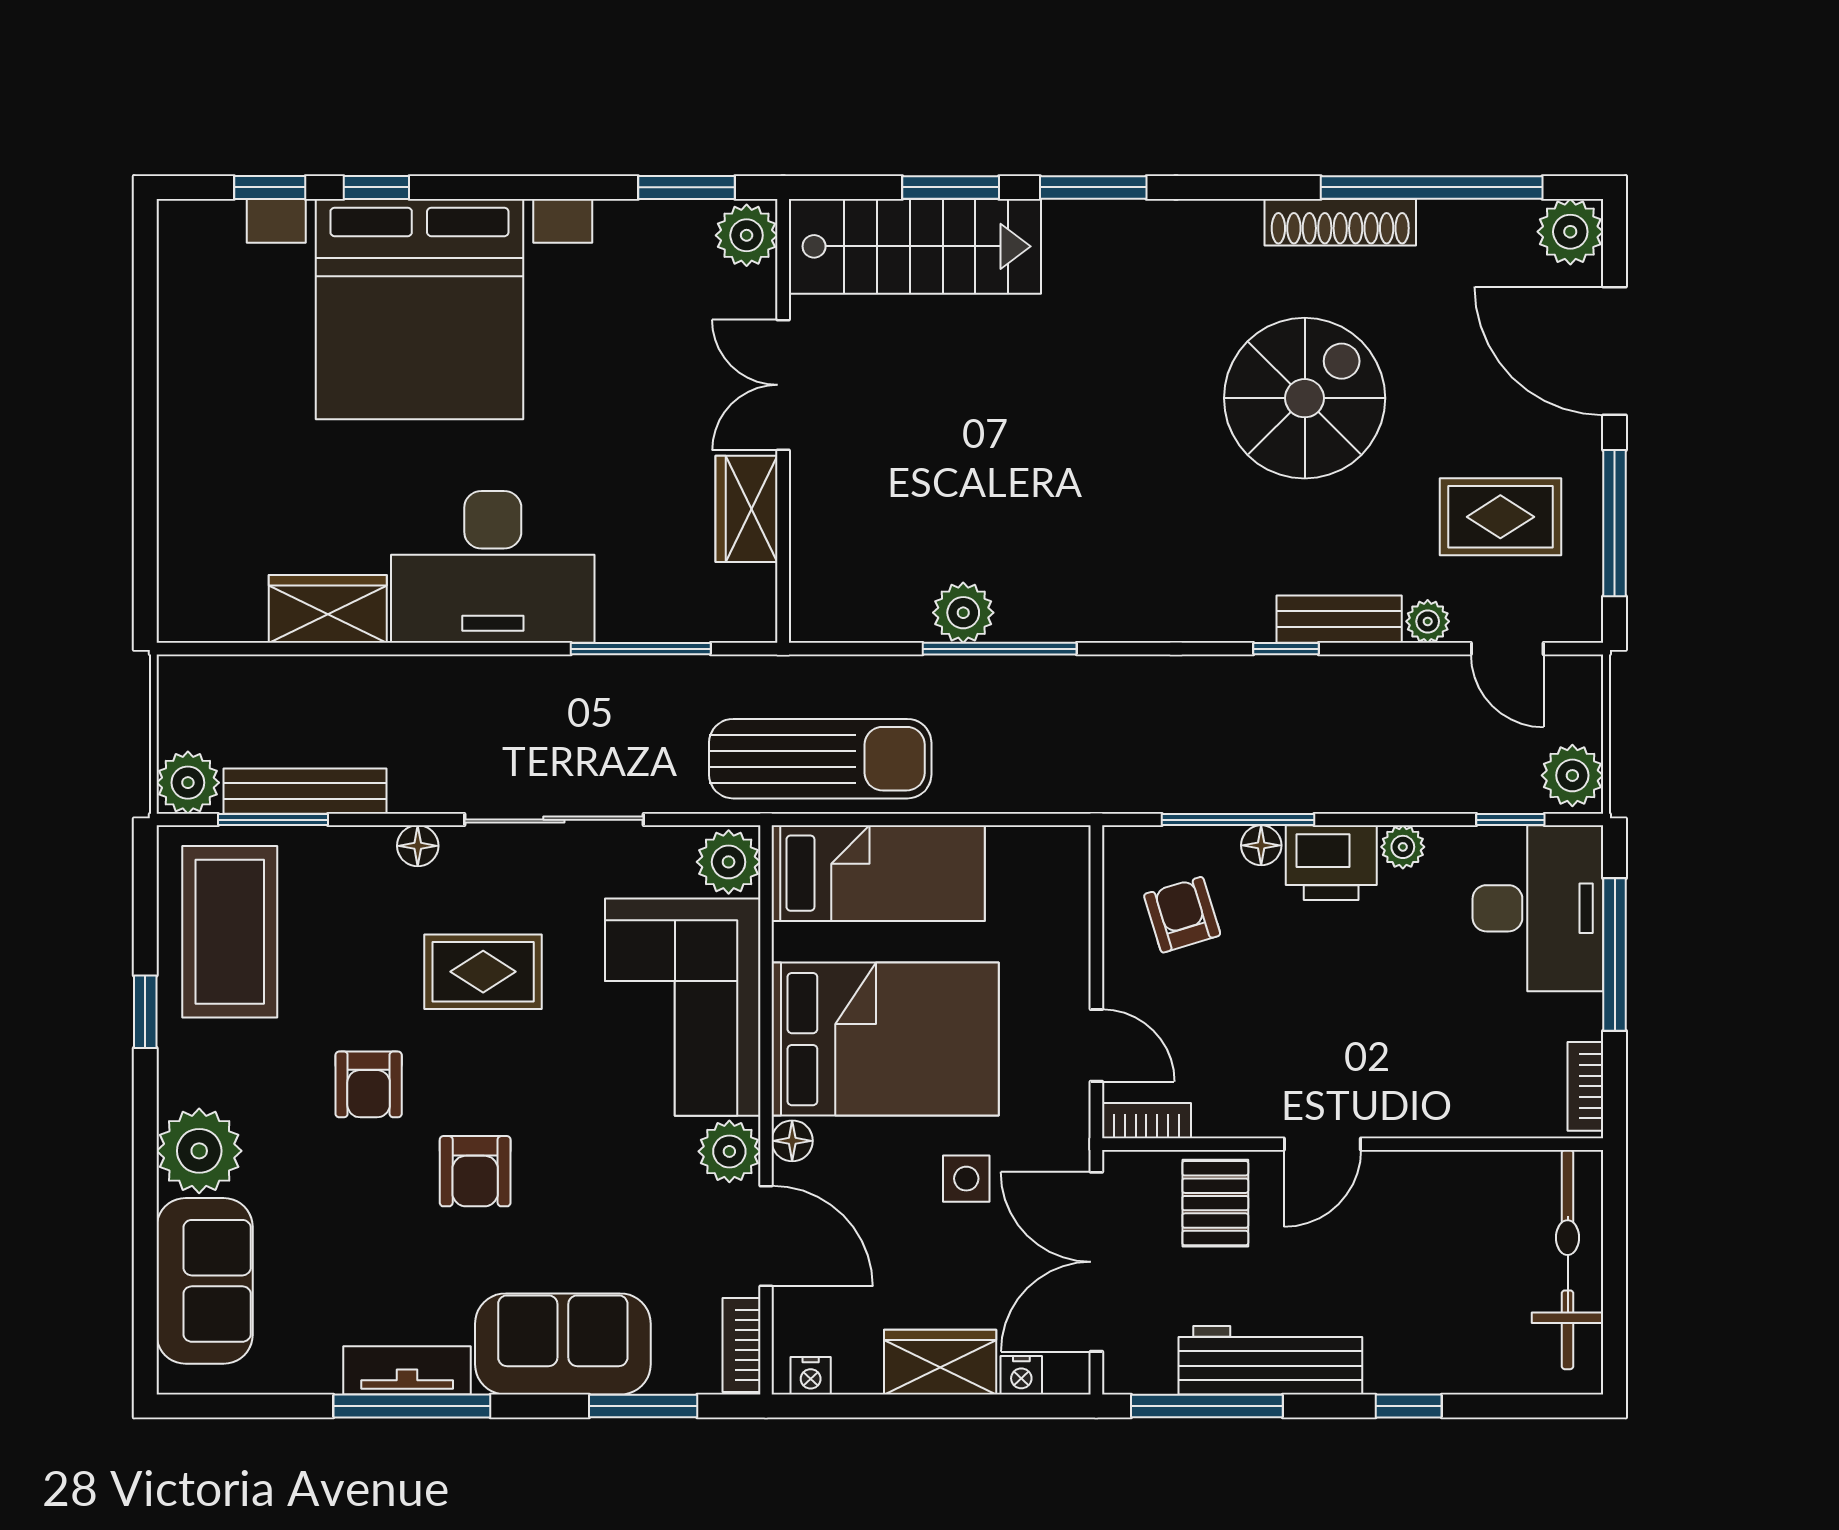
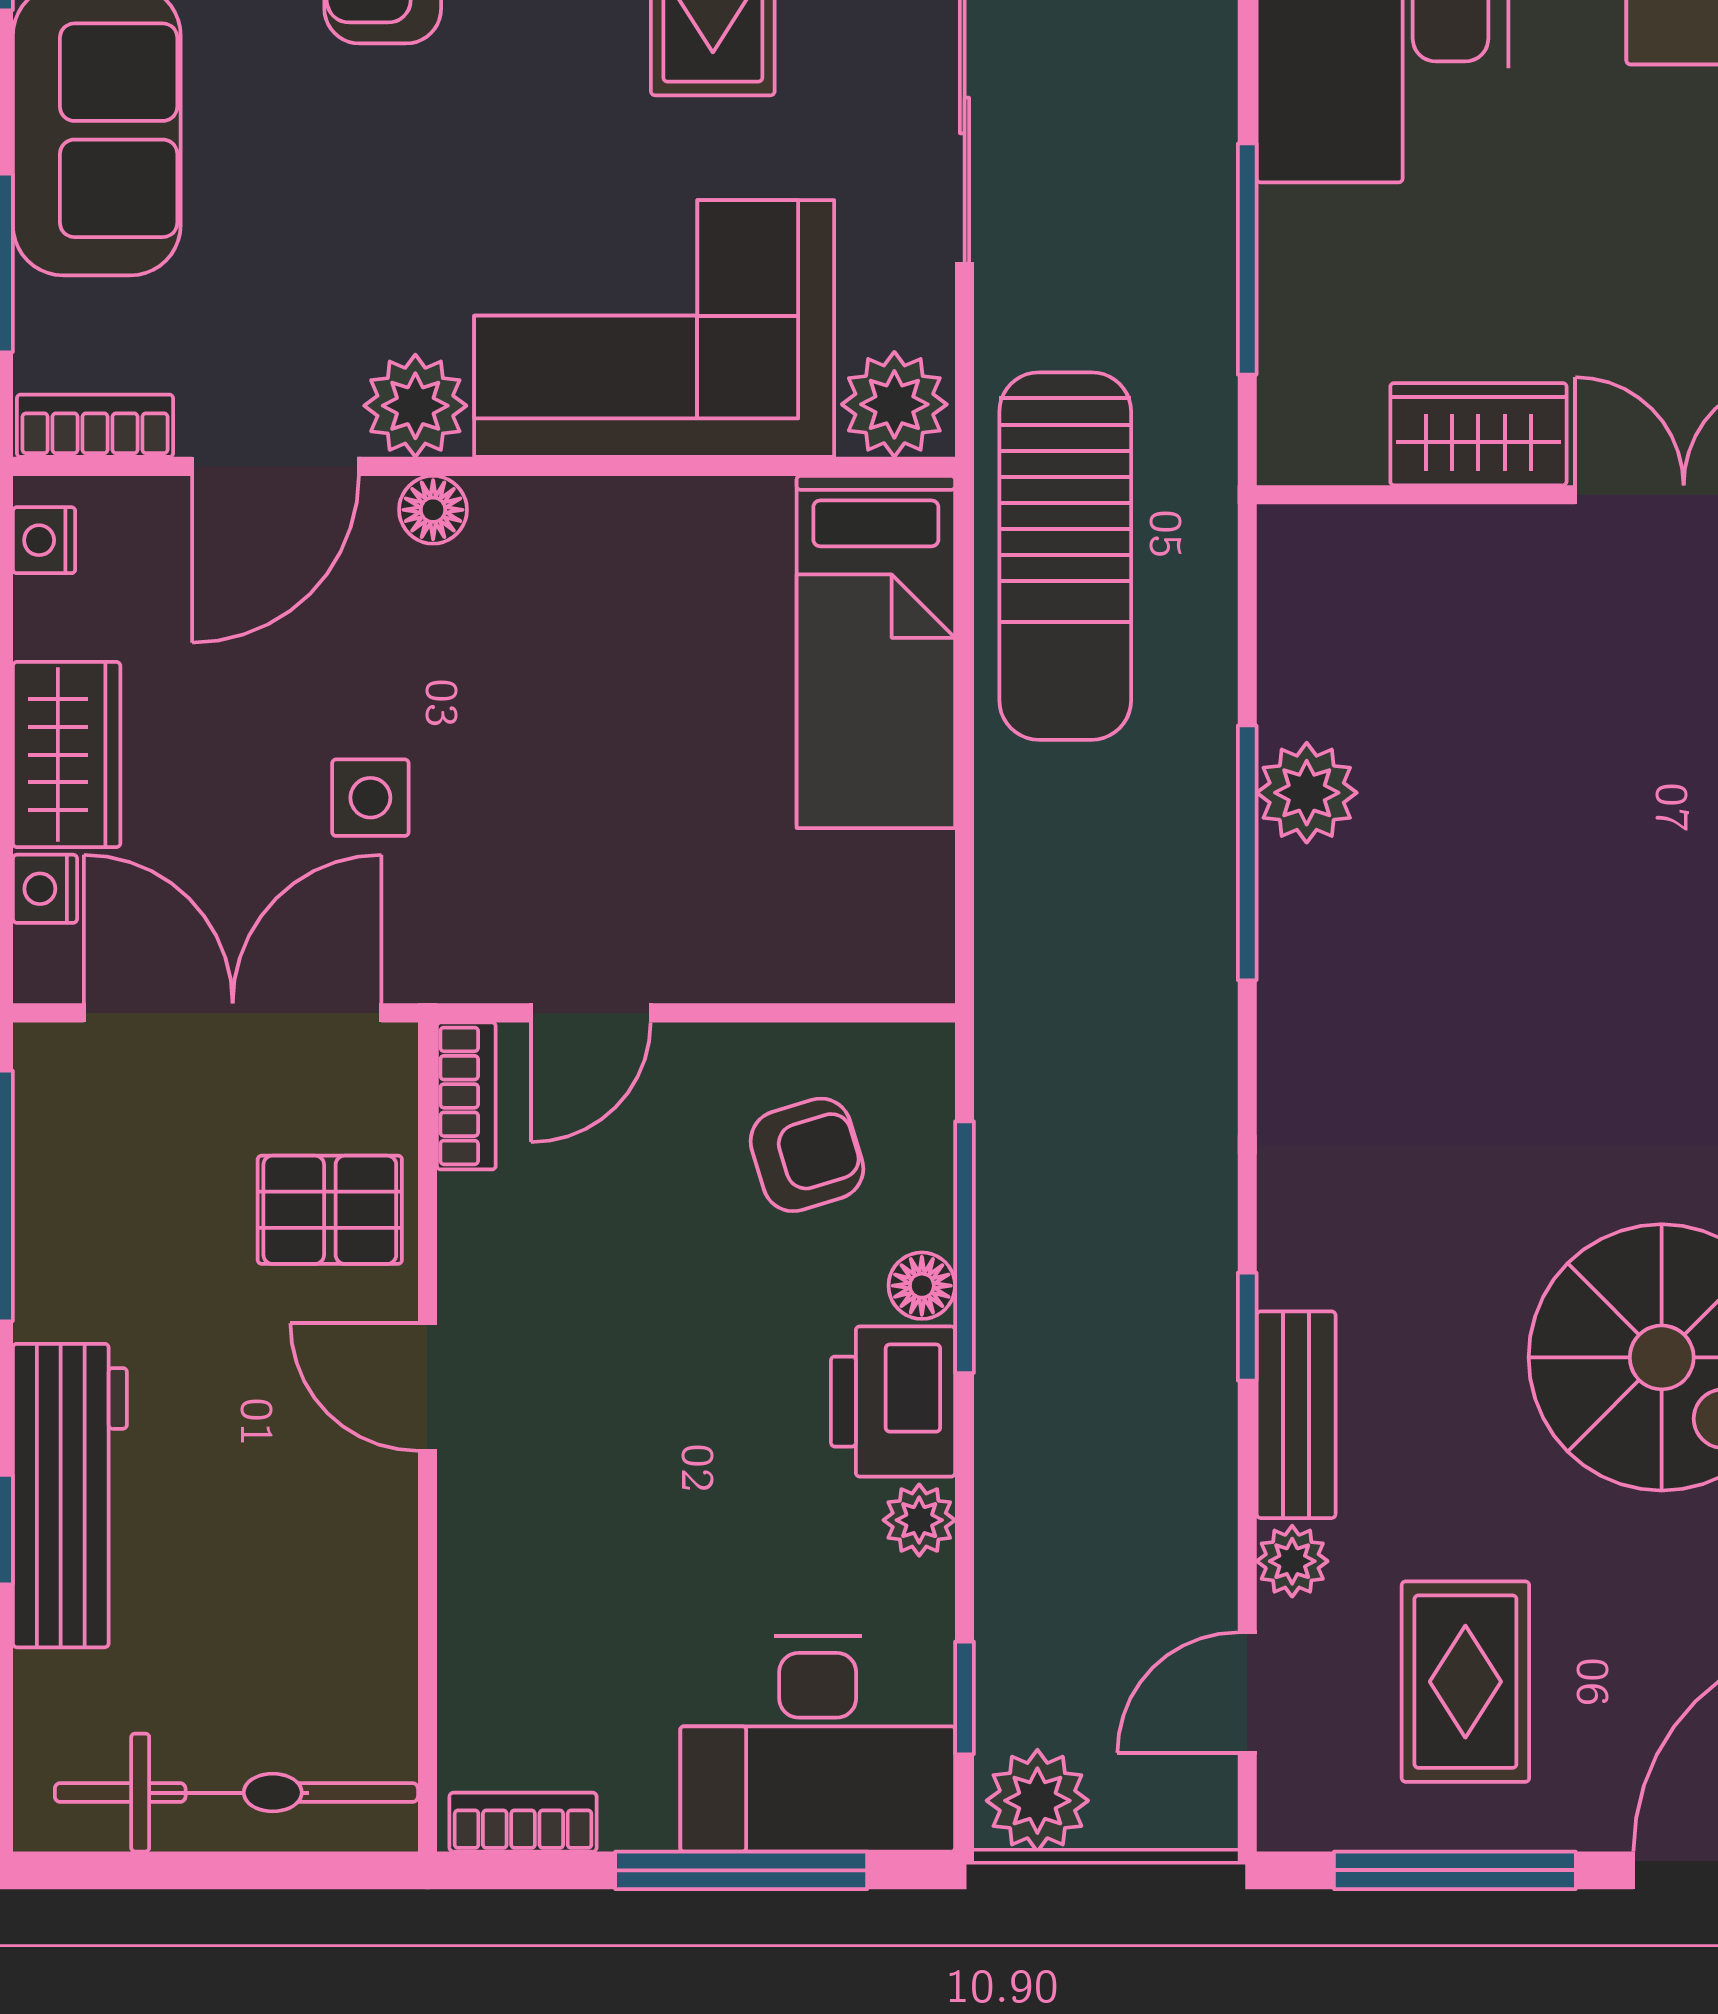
bed: (885, 1039) -> (601, 664), removed
workbench: (1270, 1360) -> (70, 1496), moved

